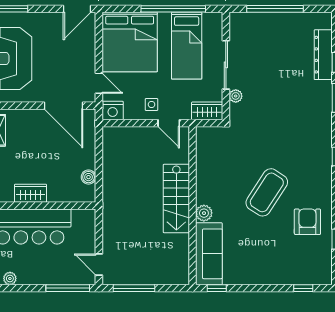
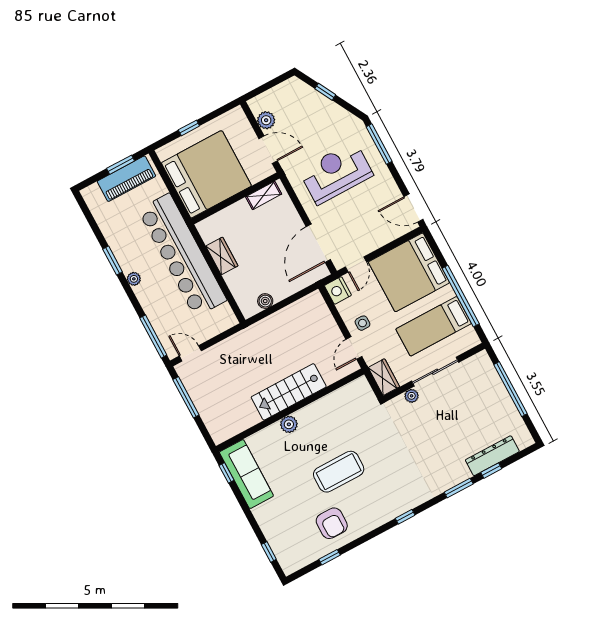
coffee table: (267, 192) -> (339, 472), turned -33
armchair: (307, 222) -> (332, 523), turned 90
sofa: (209, 254) -> (246, 474), moved, turned -90
door: (99, 264) -> (190, 353), hinge flipped

